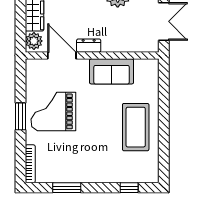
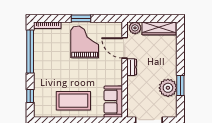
door: (62, 56) -> (125, 48), swing flipped
sofa: (112, 71) -> (113, 102), moved
window: (67, 188) -> (30, 51), width x2.11

